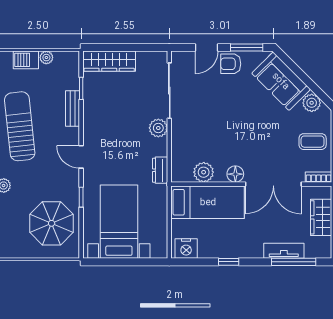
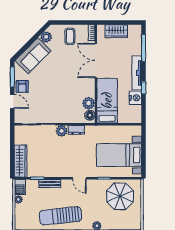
barbecue: (26, 60) -> (20, 187), moved
door: (81, 157) -> (79, 178), hinge flipped
dresser: (160, 170) -> (76, 130), moved
floor lamp: (235, 174) -> (90, 115), moved
double door: (273, 184) -> (96, 60), swing flipped
nightstand: (186, 249) -> (135, 98), moved
tv unit: (284, 251) -> (137, 73), moved, width x1.41

